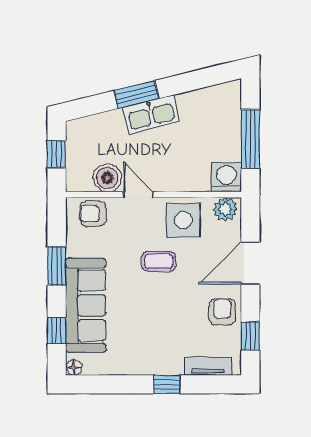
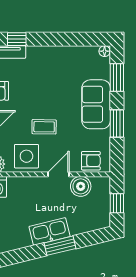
door: (138, 195) -> (59, 174), swing flipped
sofa: (86, 305) -> (96, 104), width x0.73
window: (57, 330) -> (117, 78), width x1.50
window: (167, 384) -> (17, 39), moved

